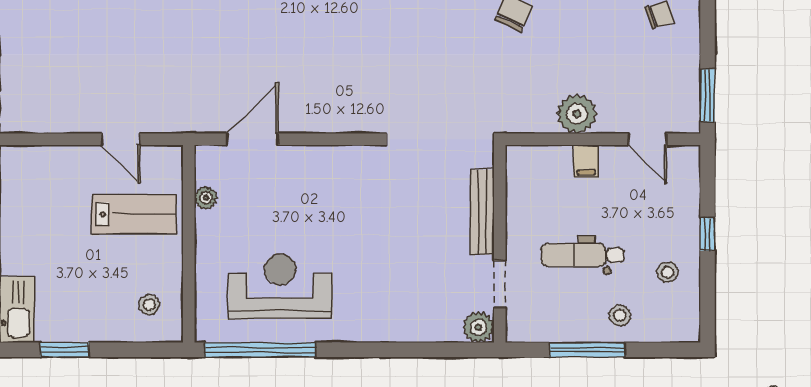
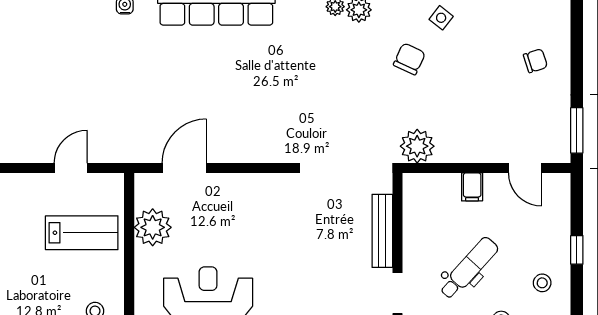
plant: (577, 114) -> (417, 146), moved
door: (121, 139) -> (71, 168), swing flipped
plant: (206, 198) -> (153, 227), width x1.88, depth x1.88
dental chair: (582, 255) -> (469, 268), turned 132

